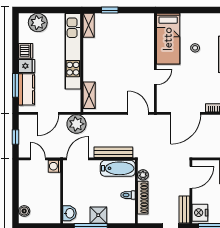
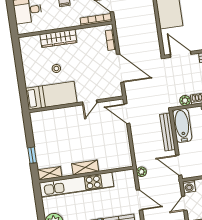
door: (155, 77) -> (90, 102), swing flipped
shelving: (89, 95) -> (85, 168), moved
door: (138, 113) -> (127, 114), hinge flipped
plant: (76, 124) -> (141, 172), width x0.53, depth x0.53

